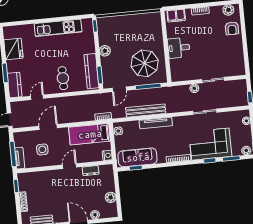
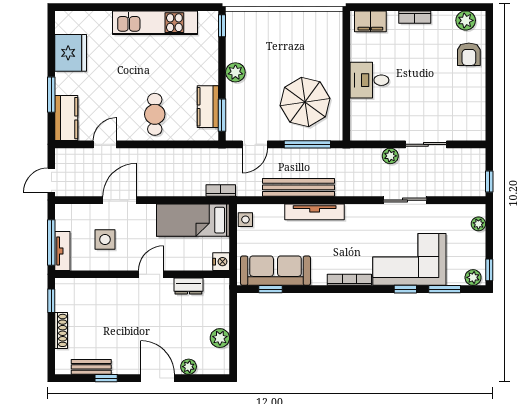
kitchen counter: (92, 71) -> (208, 107), width x0.67

